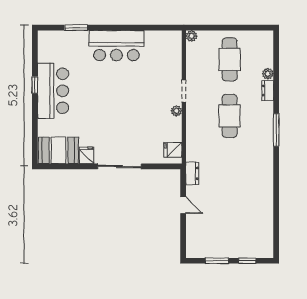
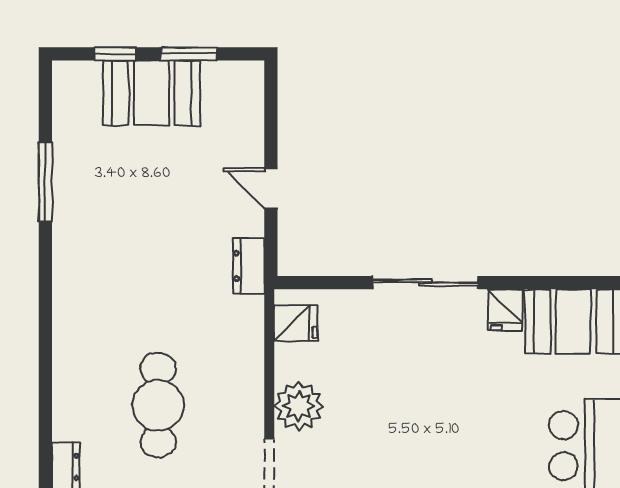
plant: (176, 111) -> (299, 406), width x1.88, depth x1.88
window: (276, 130) -> (45, 182), moved
booth: (232, 245) -> (152, 93), added

